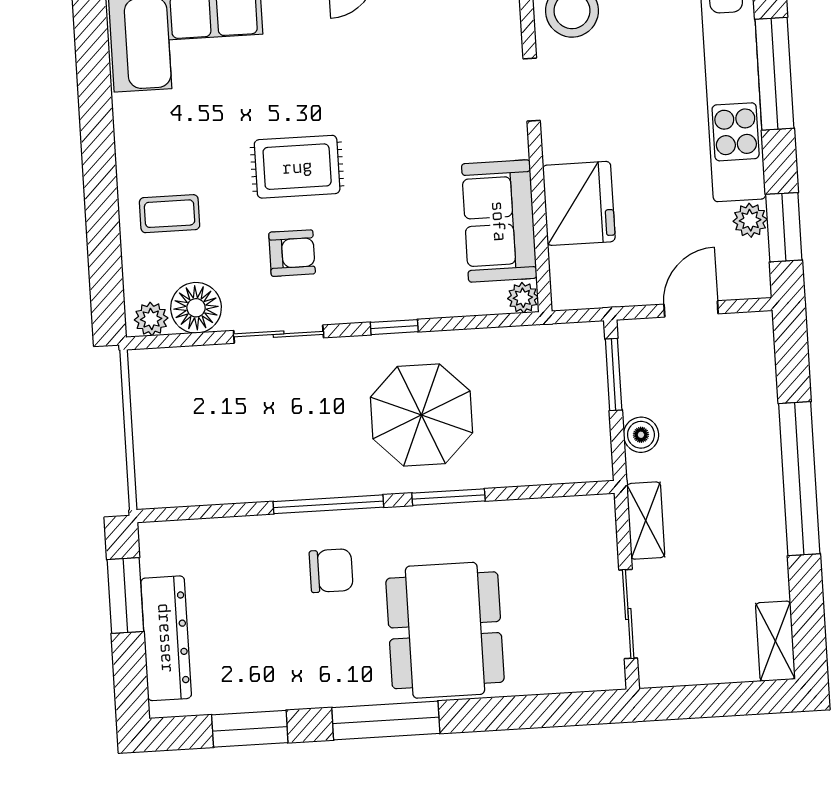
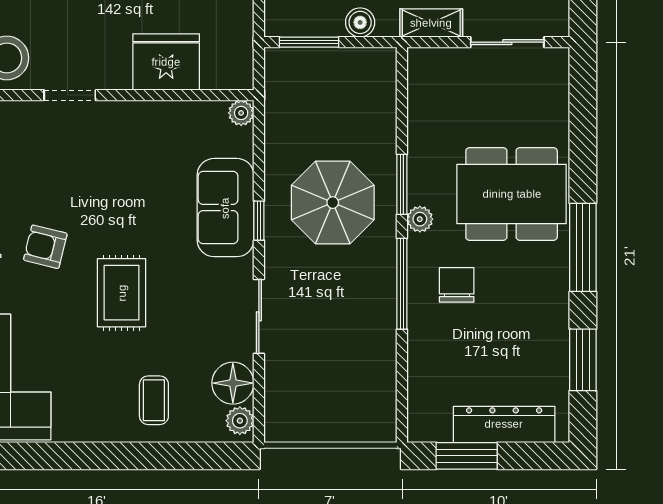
sofa: (499, 221) -> (225, 208), moved, turned 90
armchair: (292, 253) -> (45, 247), moved, turned -76
plant: (408, 521) -> (420, 219), added

